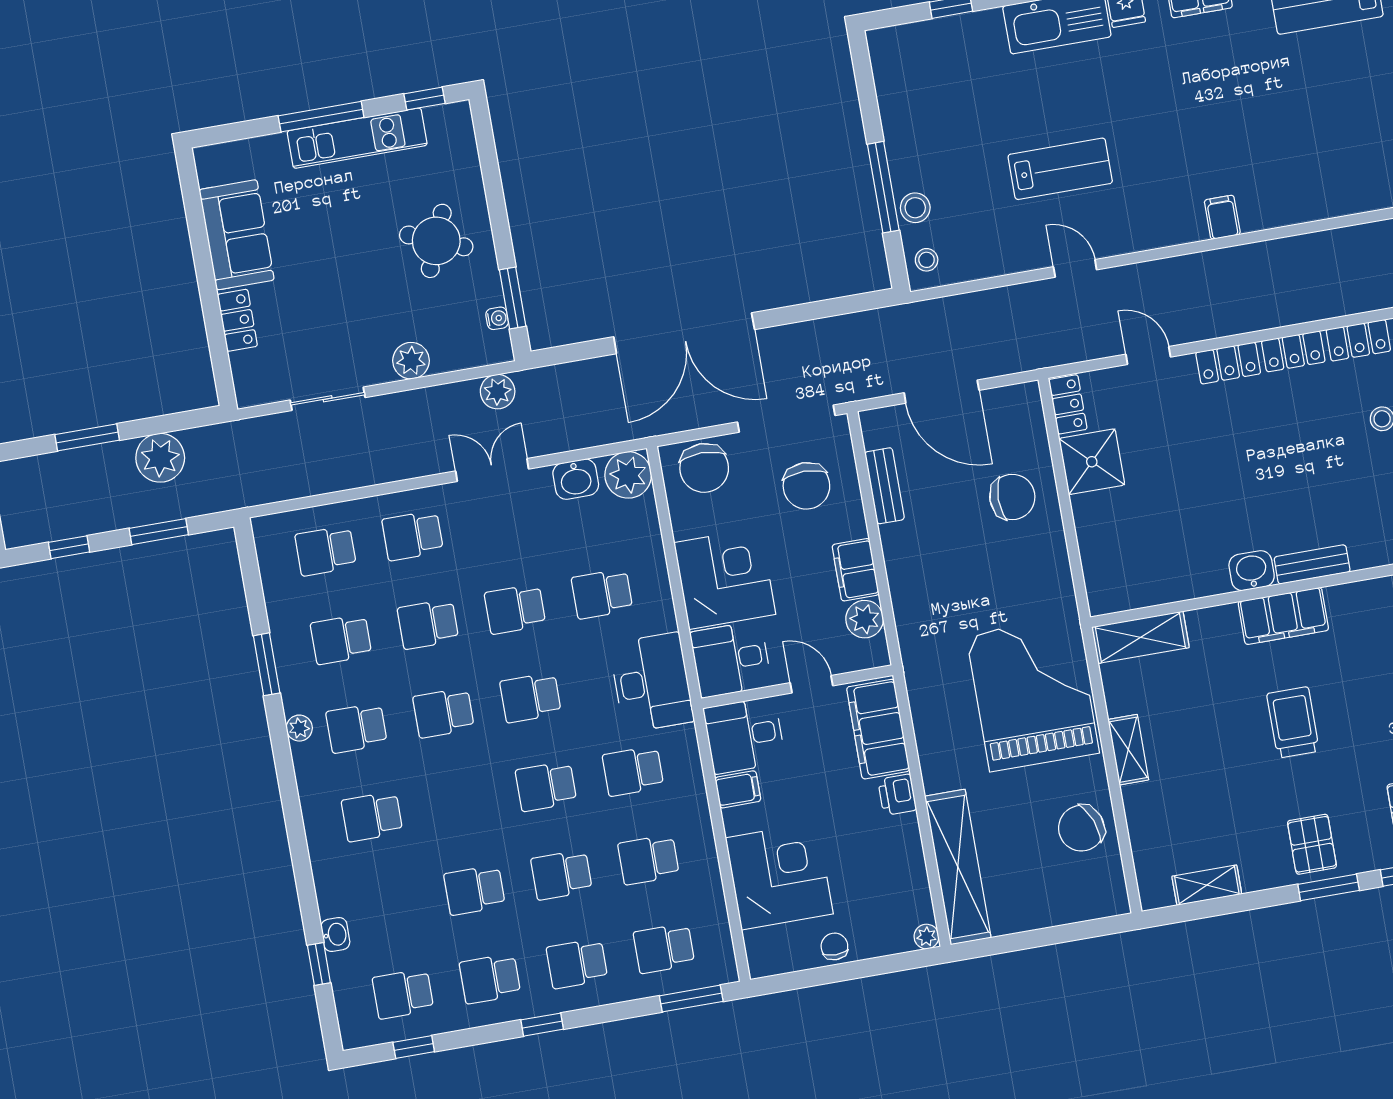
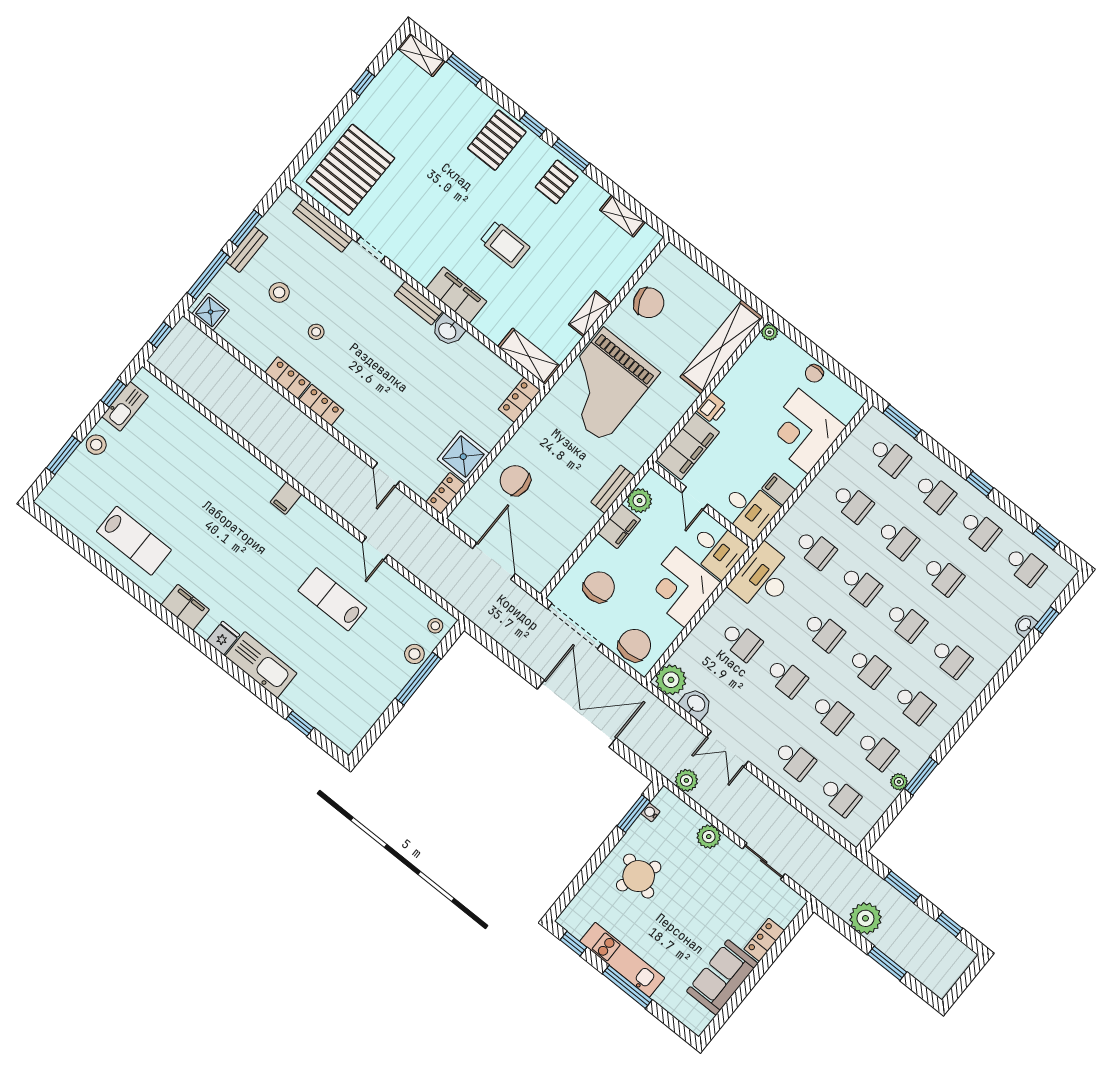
locker: (1228, 363) -> (519, 400), moved, turned -90
bench: (885, 486) -> (613, 489), moved
trolley: (1293, 722) -> (505, 244), turned -90
plant: (299, 728) -> (899, 782), moved
school desk: (459, 801) -> (906, 622), added

